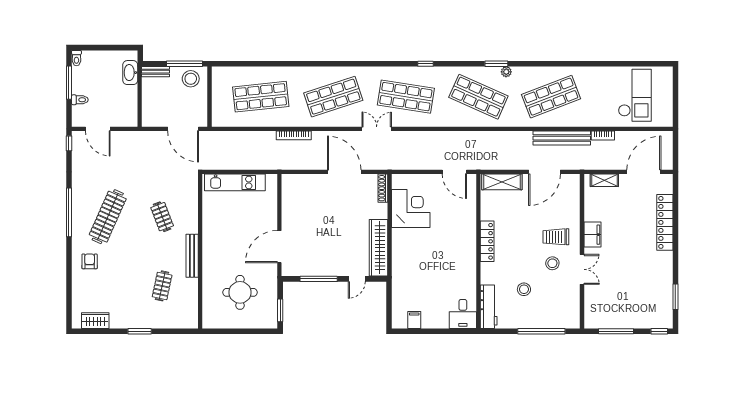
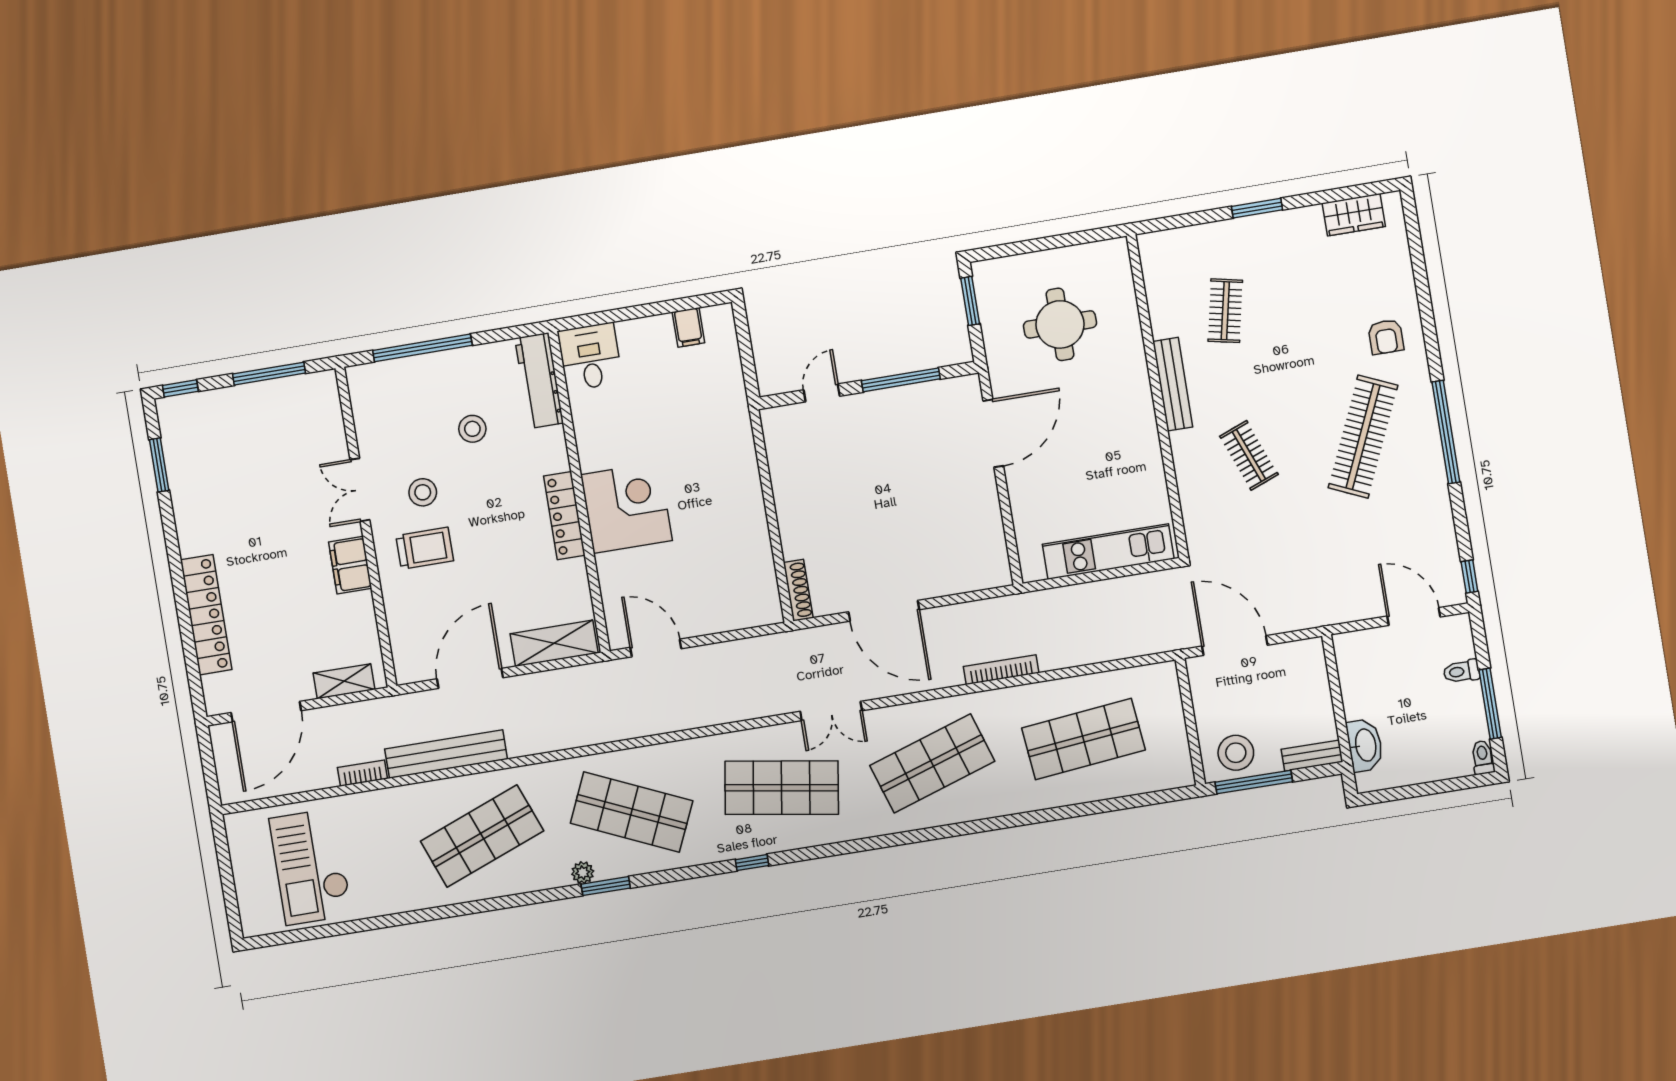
corner desk: (411, 209) -> (626, 508), moved, turned 180
wardrobe: (379, 248) -> (787, 465), removed

